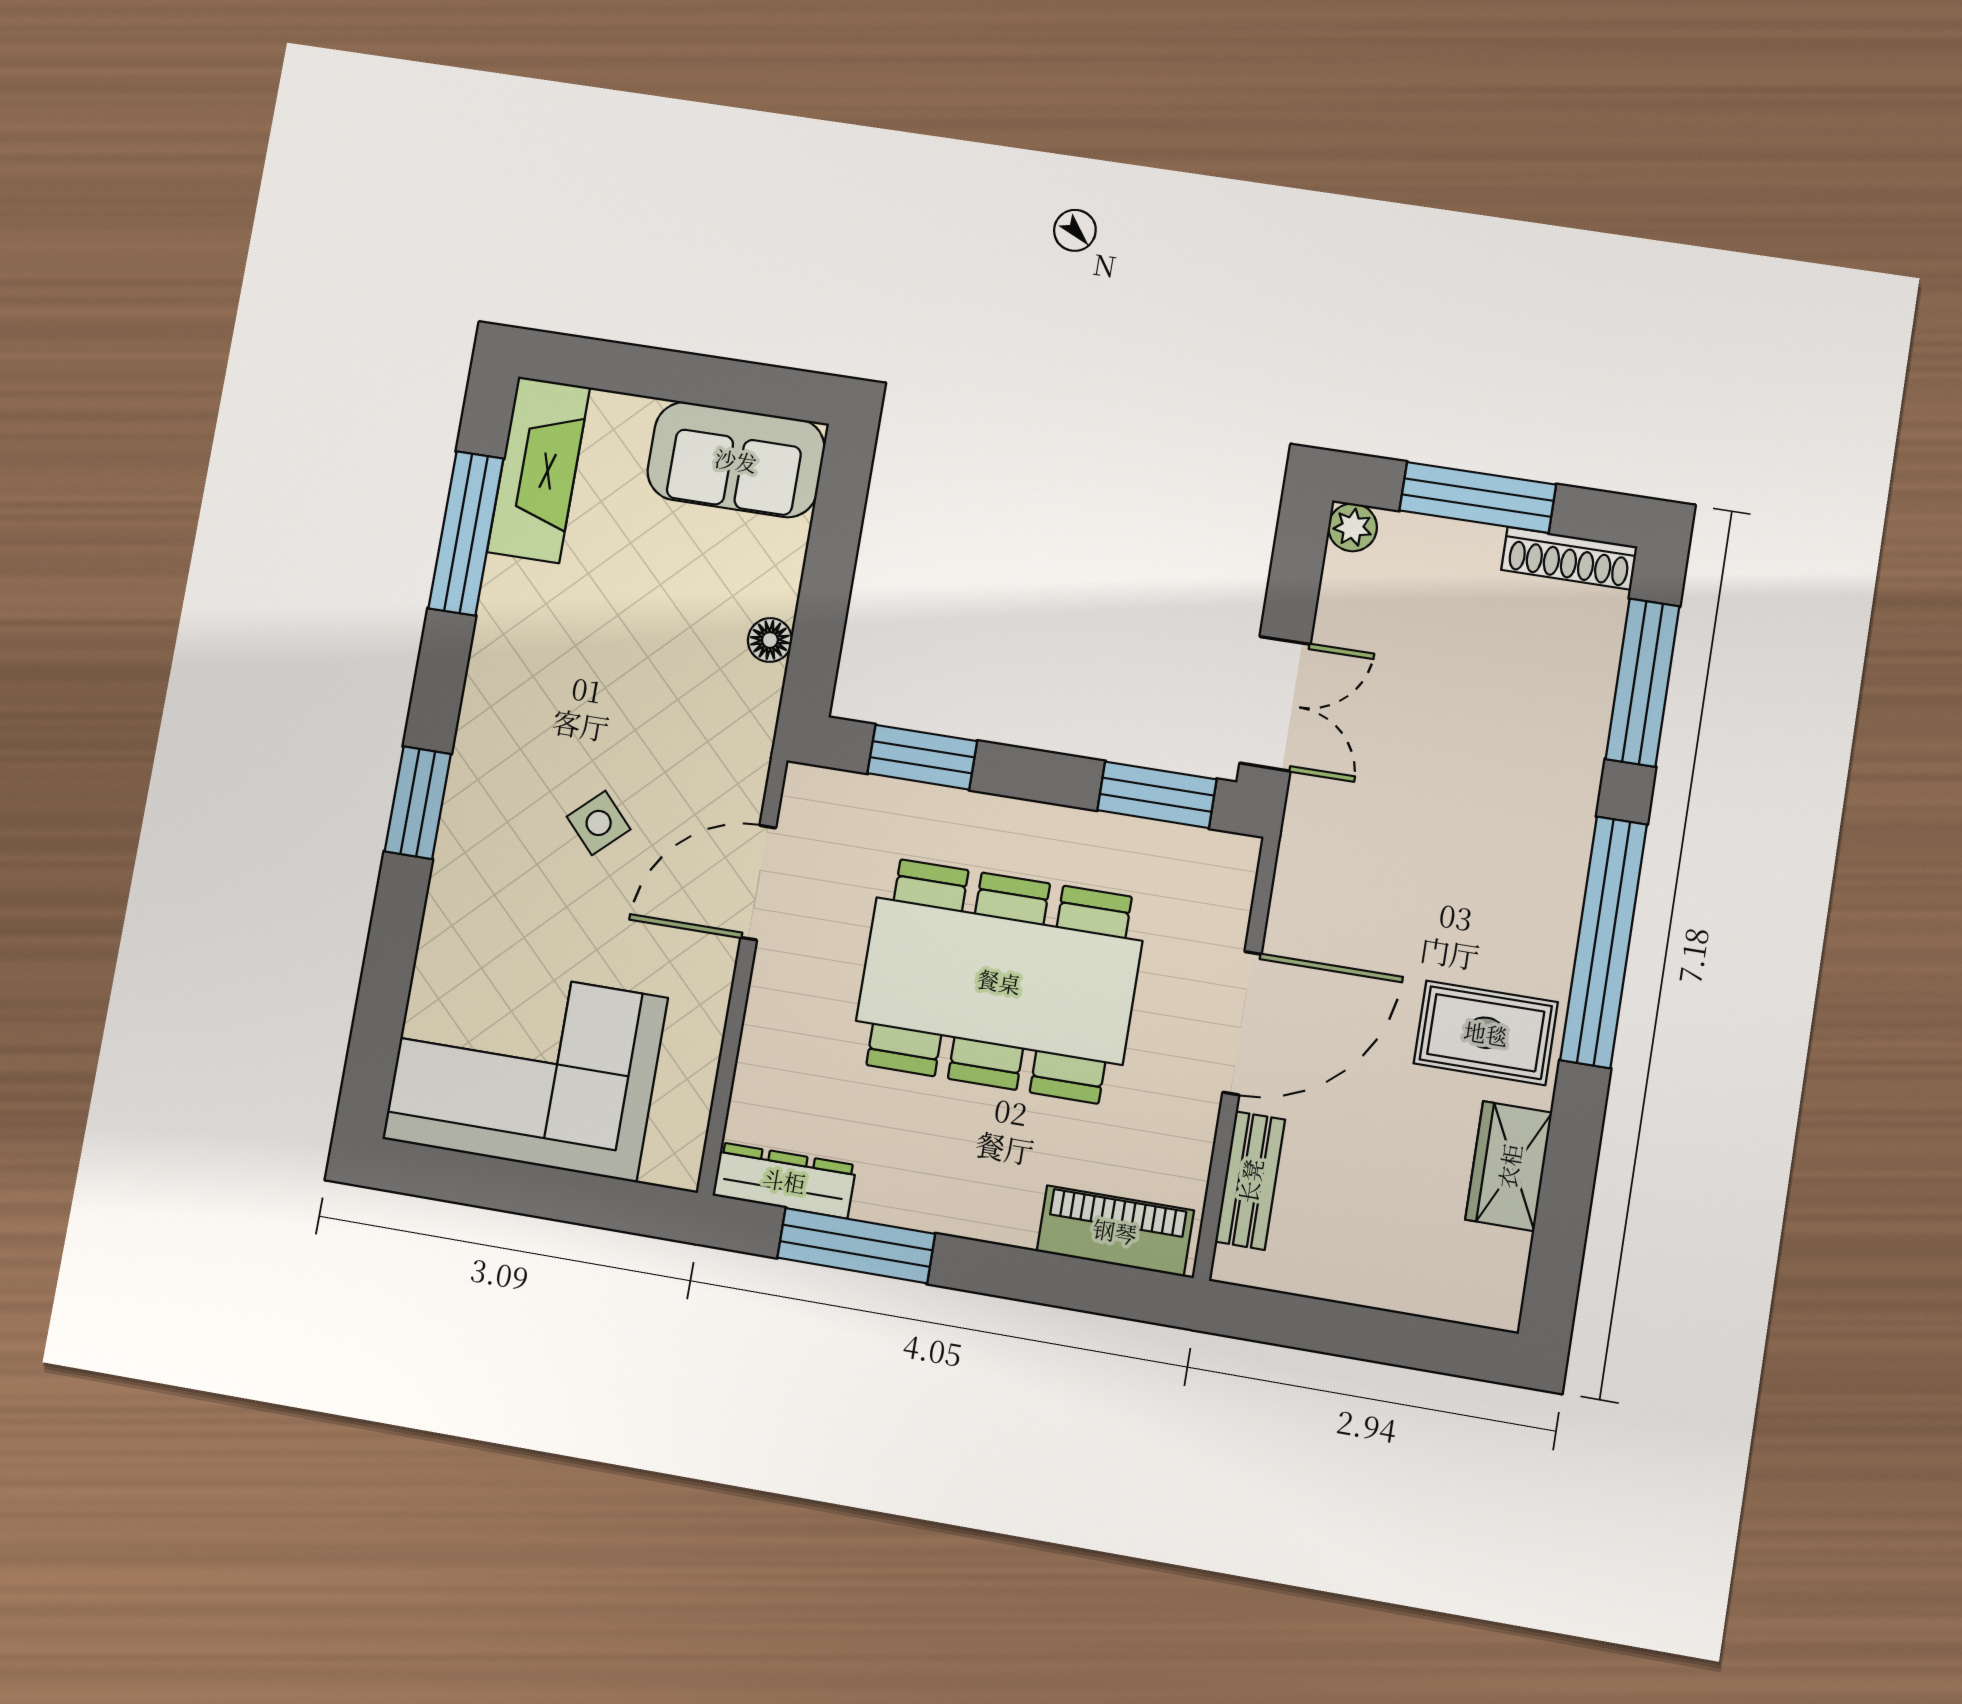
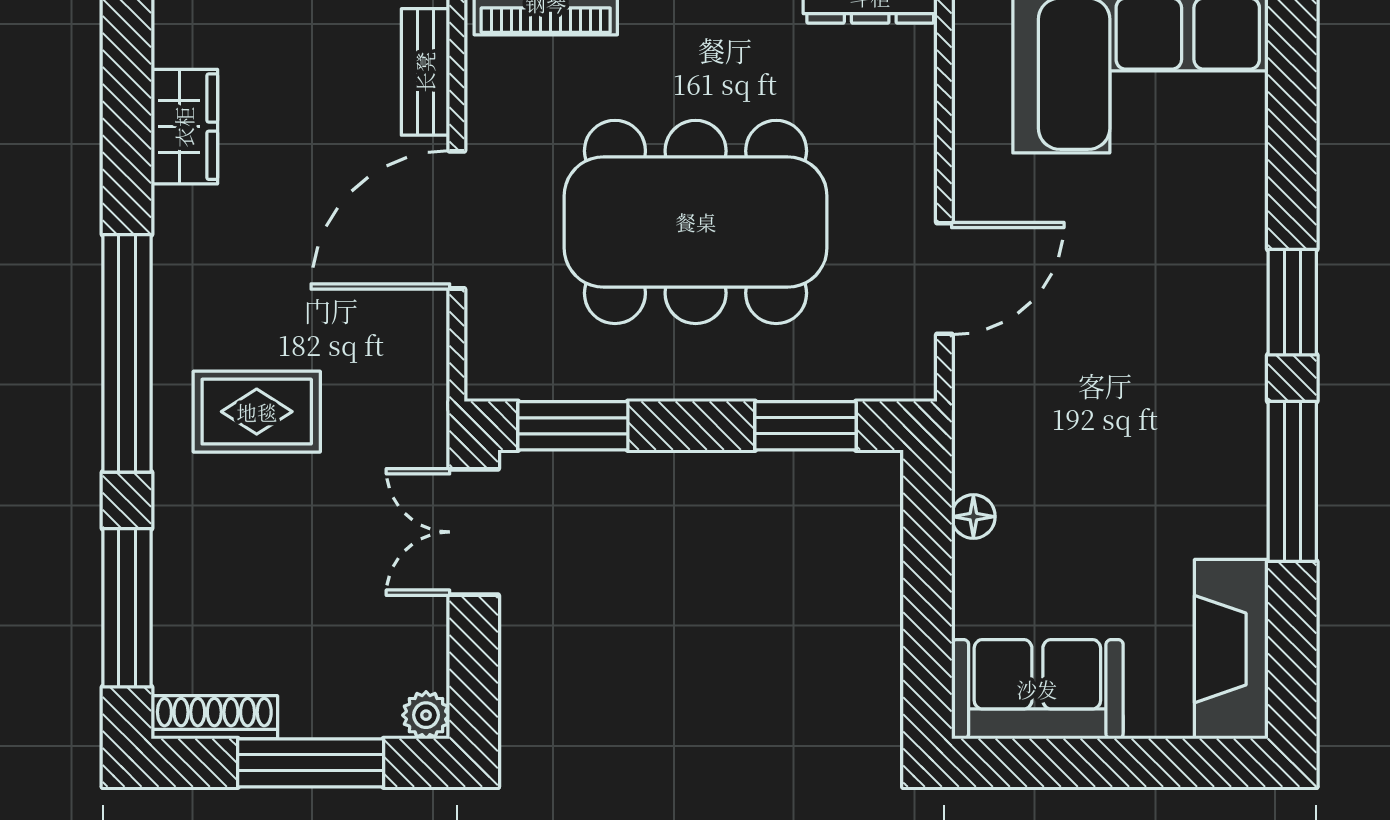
window: (466, 533) -> (1292, 481), moved
side table: (599, 823) -> (1110, 311), removed
rug: (1486, 1033) -> (257, 412), moved

